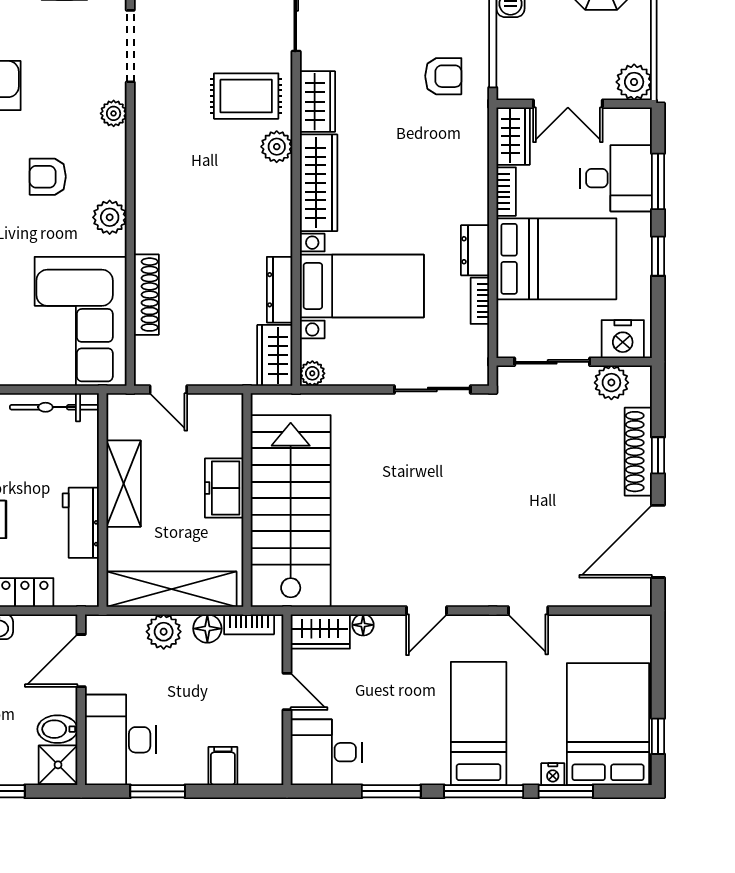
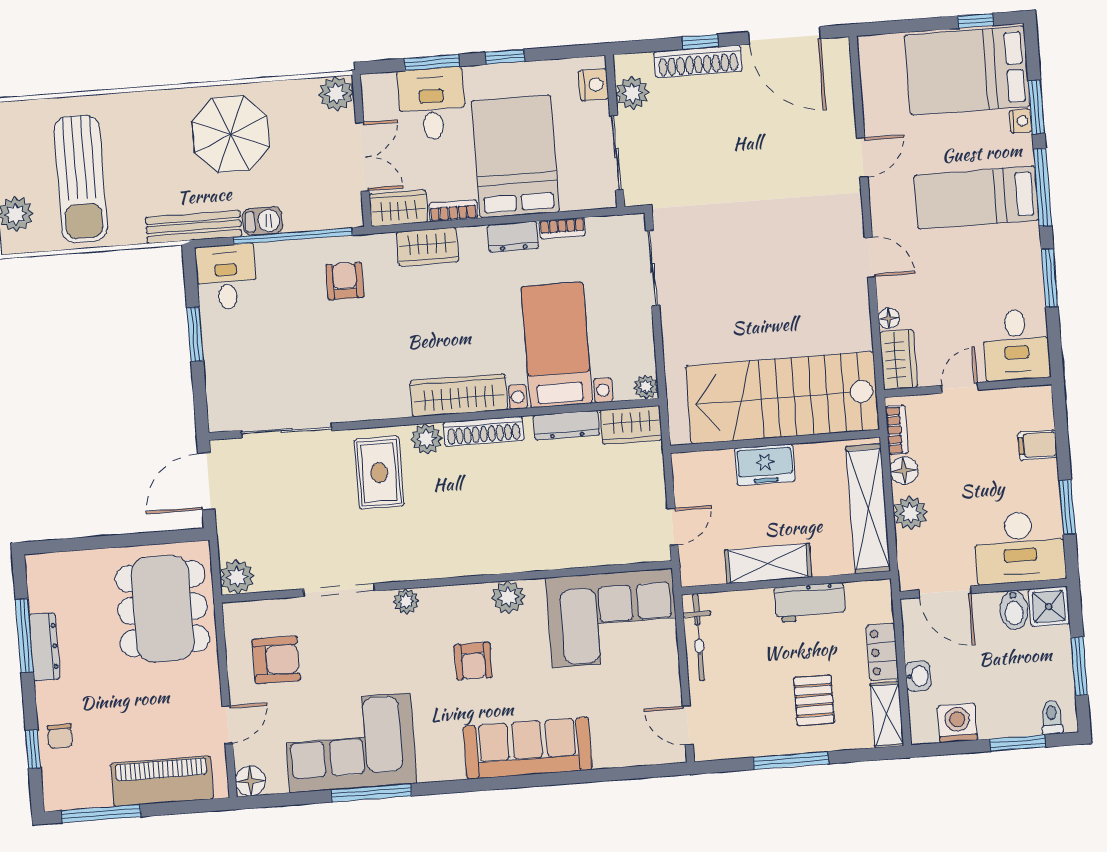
wardrobe: (317, 102) -> (427, 247), moved, turned 180
shoe rack: (146, 295) -> (484, 431), moved, turned 180
nightstand: (623, 339) -> (594, 85), width x0.74, depth x0.75

